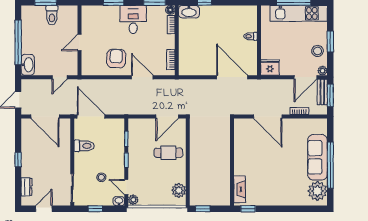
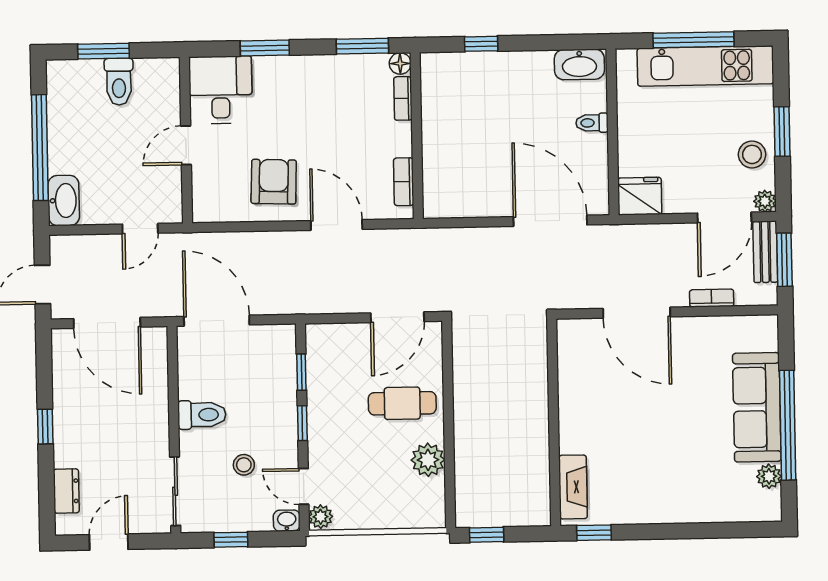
washbasin: (189, 12) -> (579, 64), moved
desk: (133, 19) -> (221, 90), moved
toilet: (84, 146) -> (202, 415), moved
plant: (179, 190) -> (428, 460), moved
plant: (317, 191) -> (769, 476), width x0.53, depth x0.53

